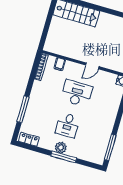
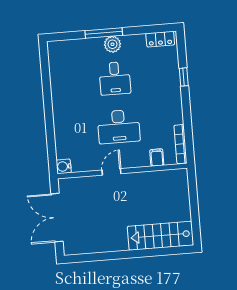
window: (23, 109) -> (184, 77), width x0.46
desk: (68, 125) -> (115, 78), turned 180
window: (110, 148) -> (45, 70), removed

